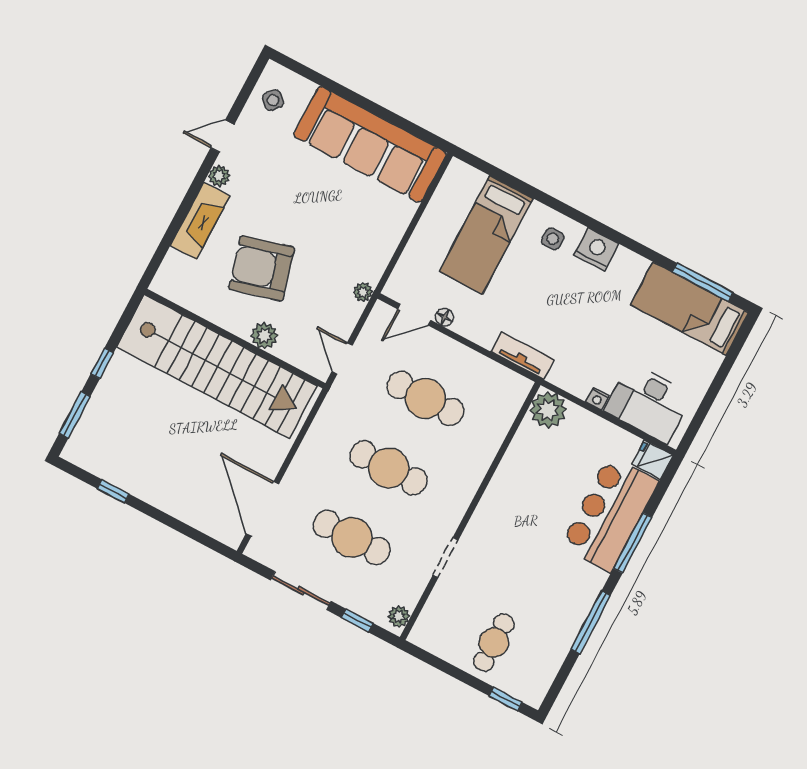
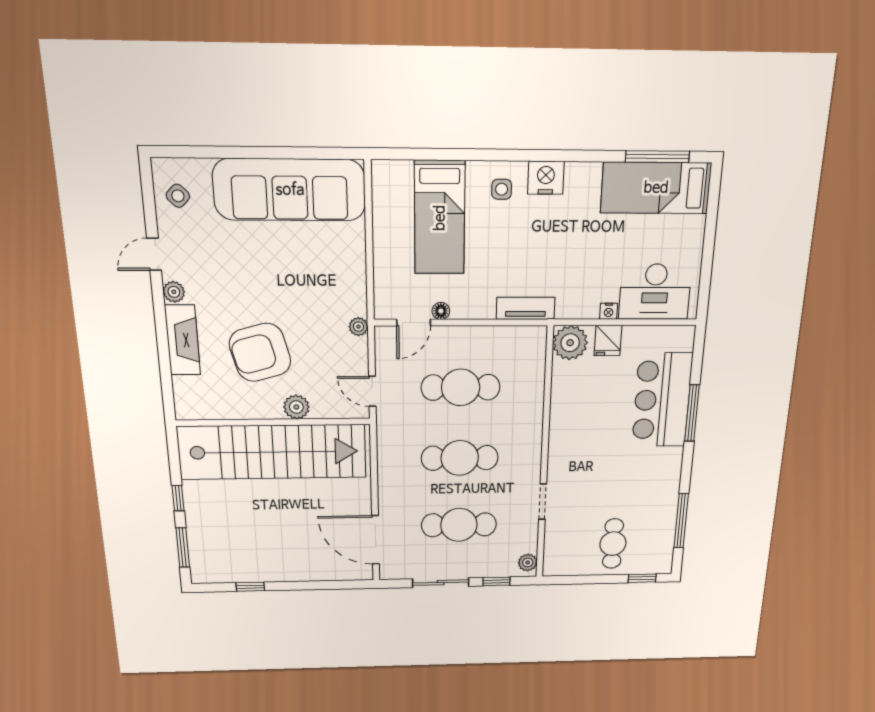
fridge: (653, 460) -> (608, 341), moved, turned -90
window: (591, 622) -> (681, 521), moved

